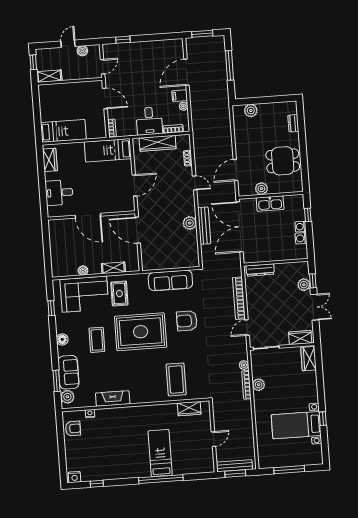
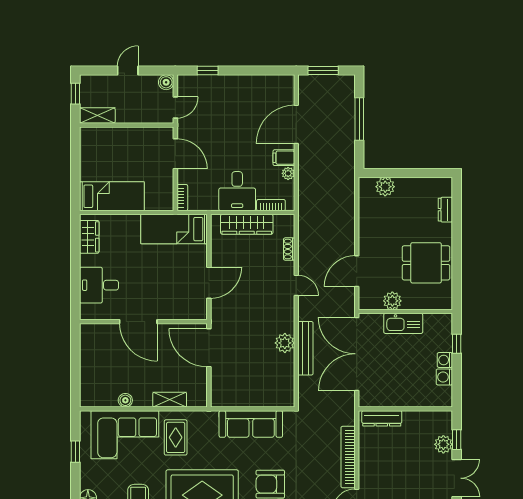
boiler: (82, 51) -> (166, 82), moved

